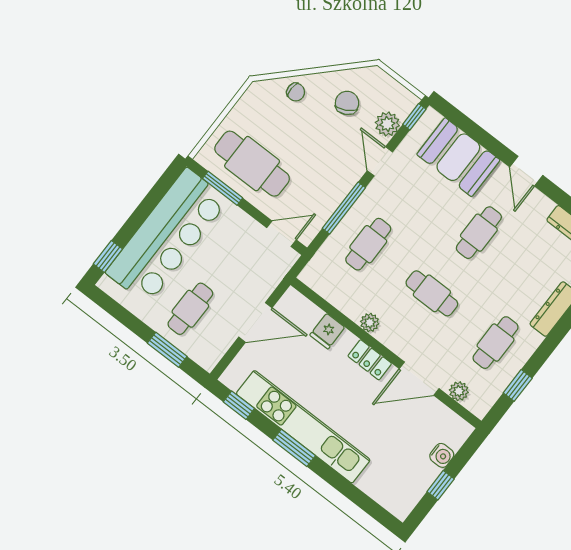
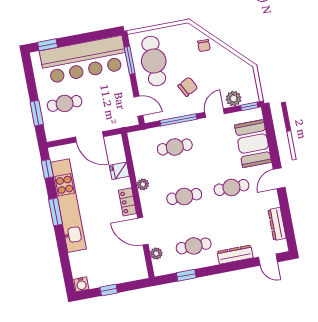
chair: (347, 103) -> (188, 87), moved
cafe table: (432, 293) -> (184, 196), turned 90
water cooler: (442, 455) -> (81, 284), moved

